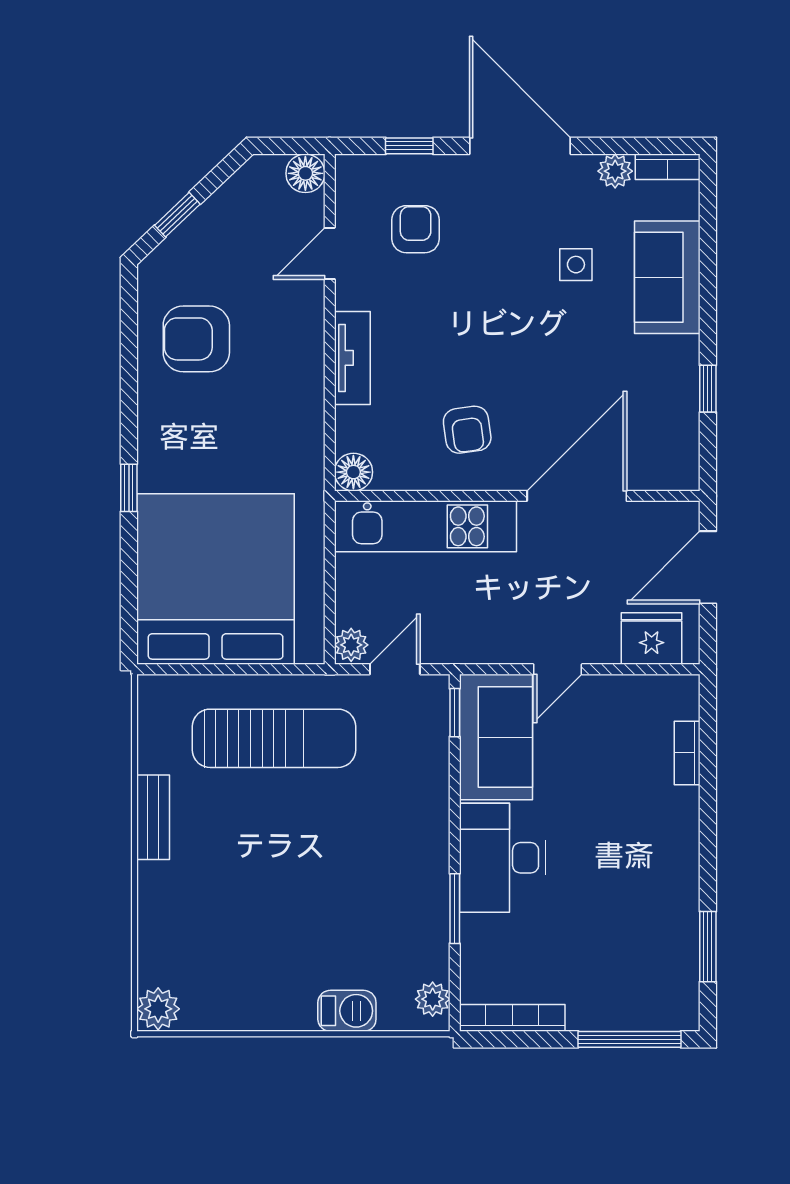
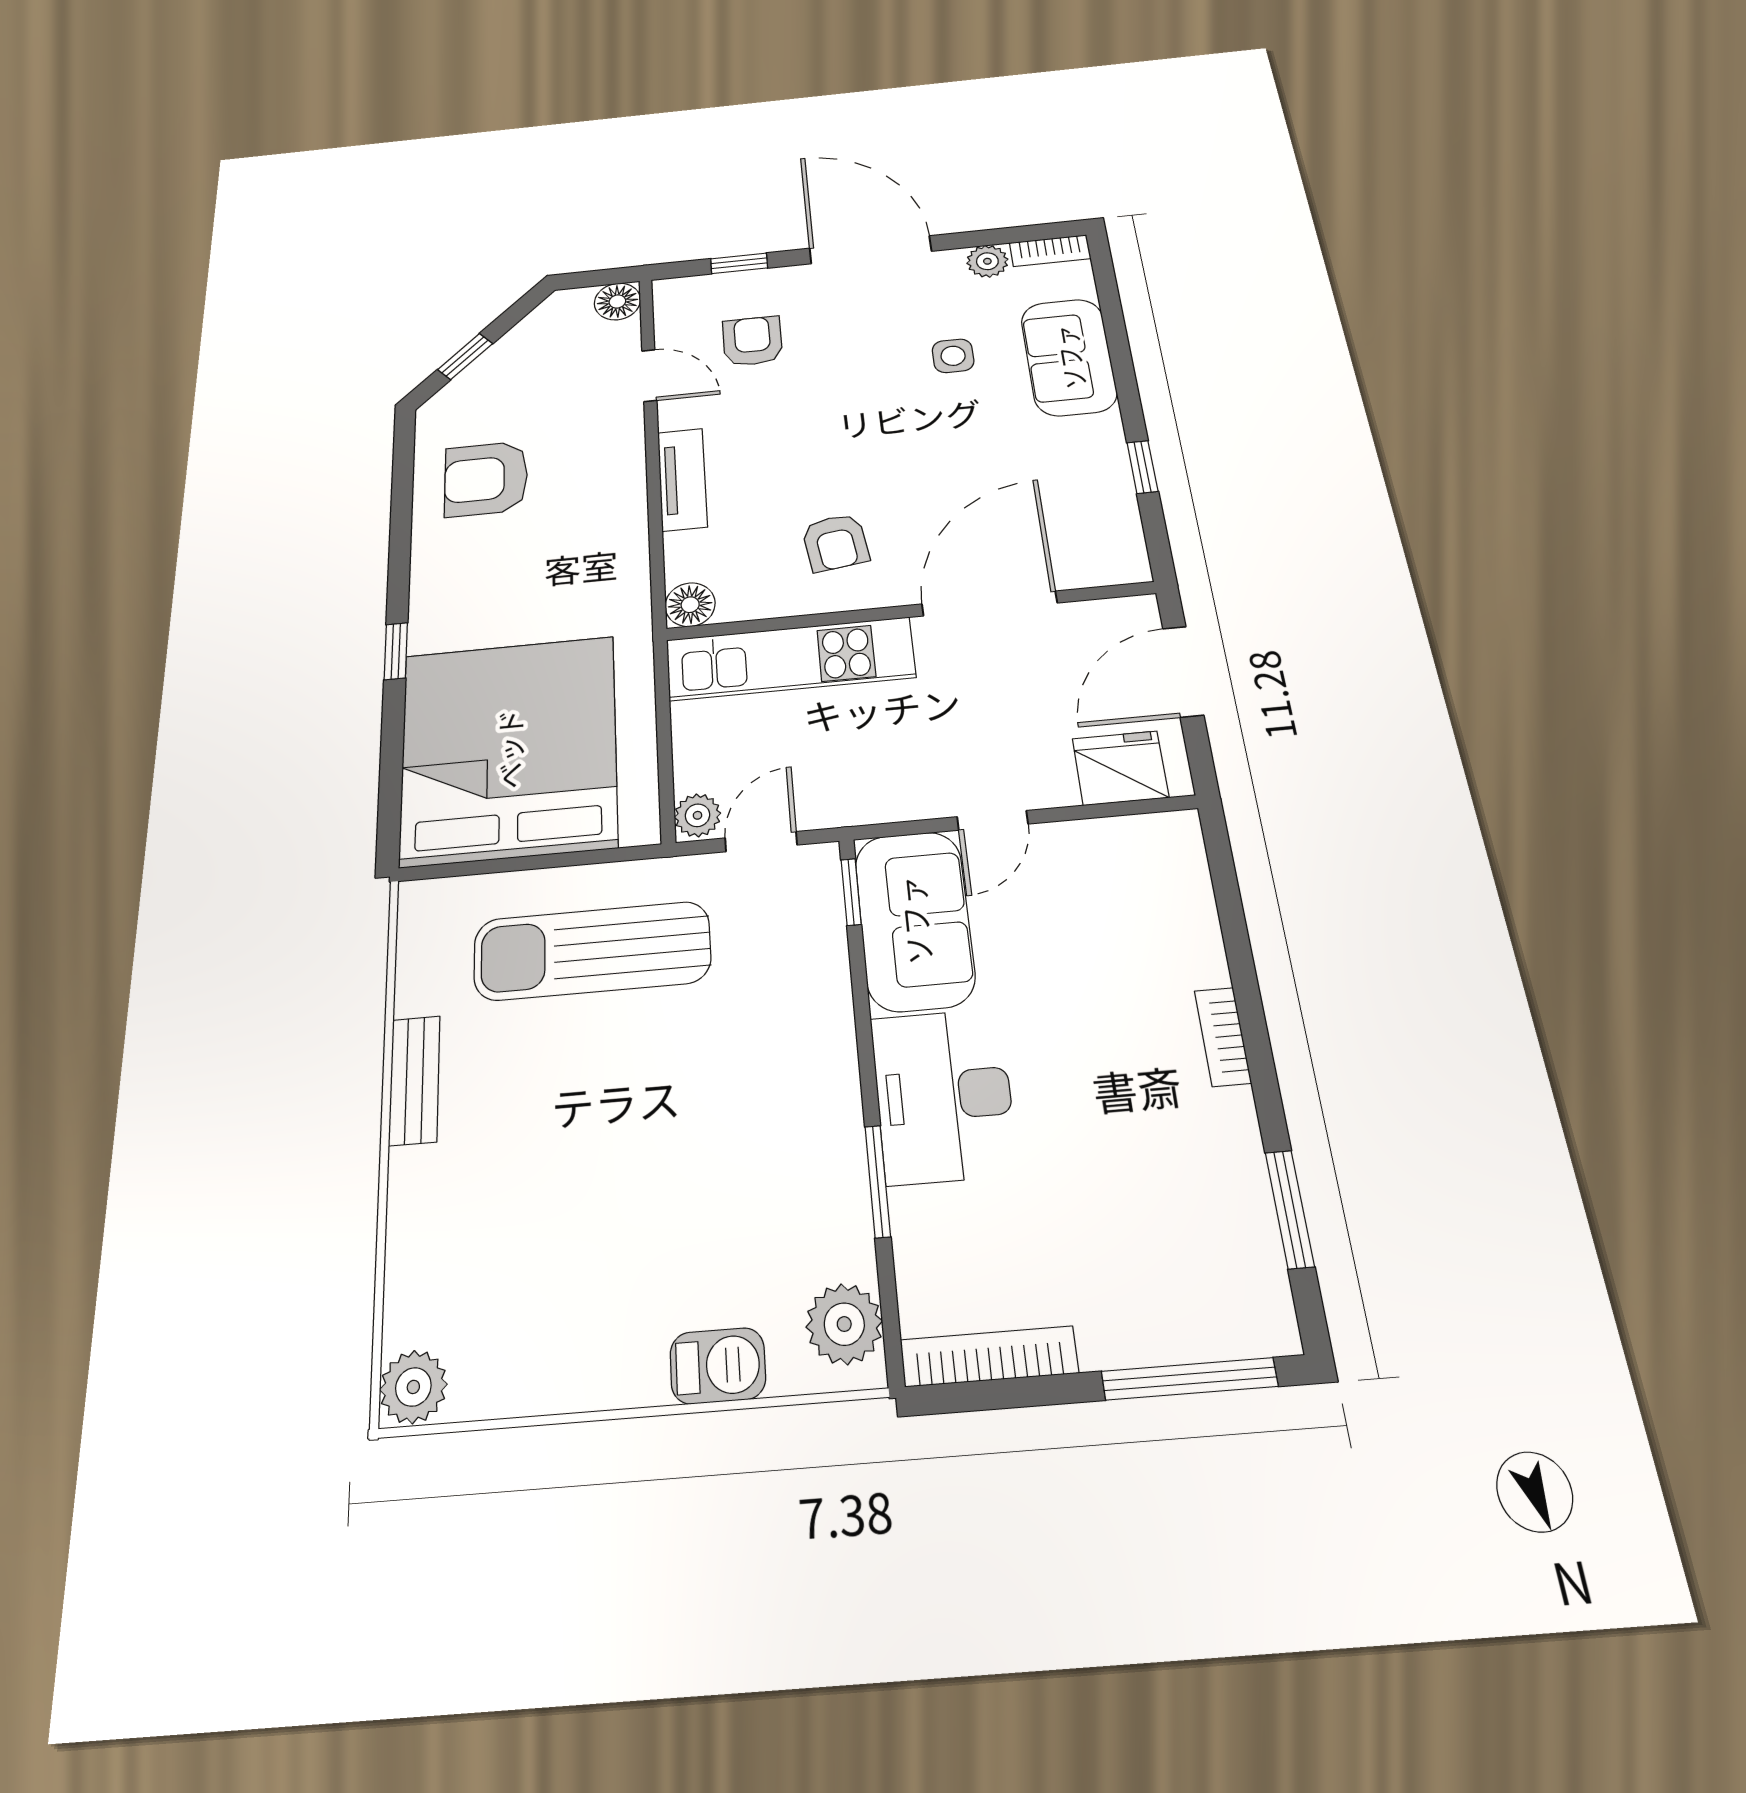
door: (330, 253) -> (649, 376), swing flipped
sun lounger: (274, 738) -> (592, 951), turned 180
bookcase: (687, 753) -> (1223, 1037), moved
plant: (433, 999) -> (844, 1324), width x1.38, depth x1.38

